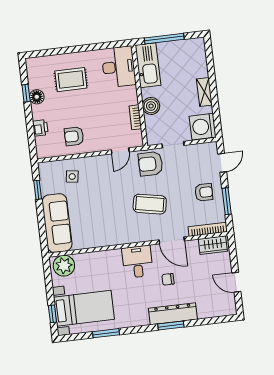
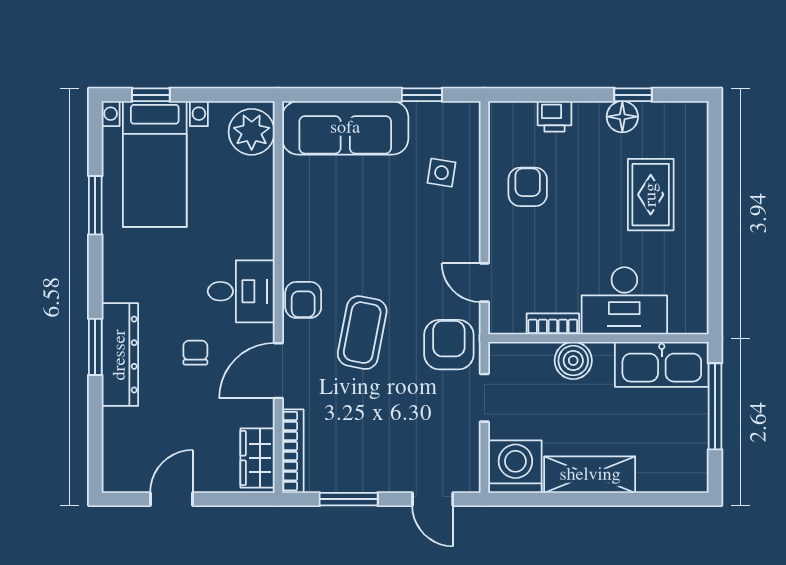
desk: (119, 67) -> (624, 301), moved
shelving: (204, 92) -> (590, 475), width x1.50, depth x1.33
armchair: (204, 192) -> (303, 300), moved

